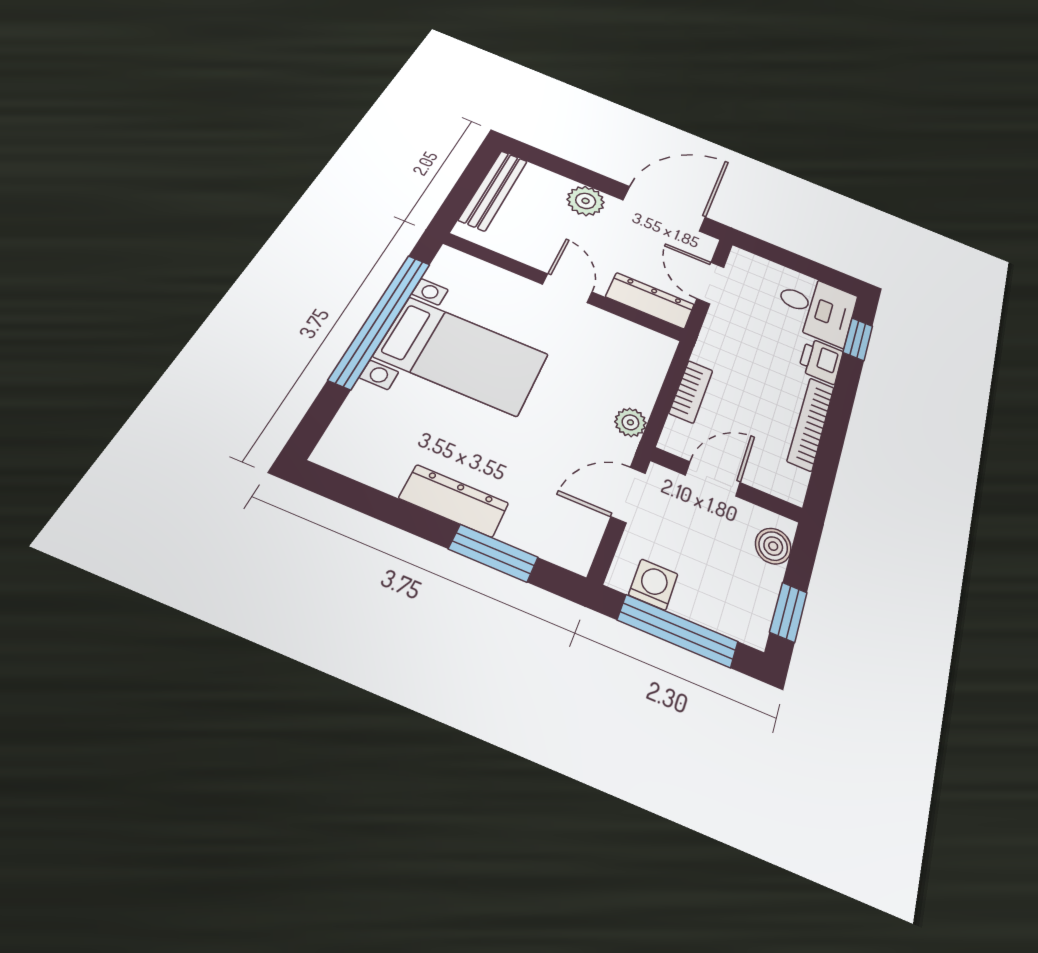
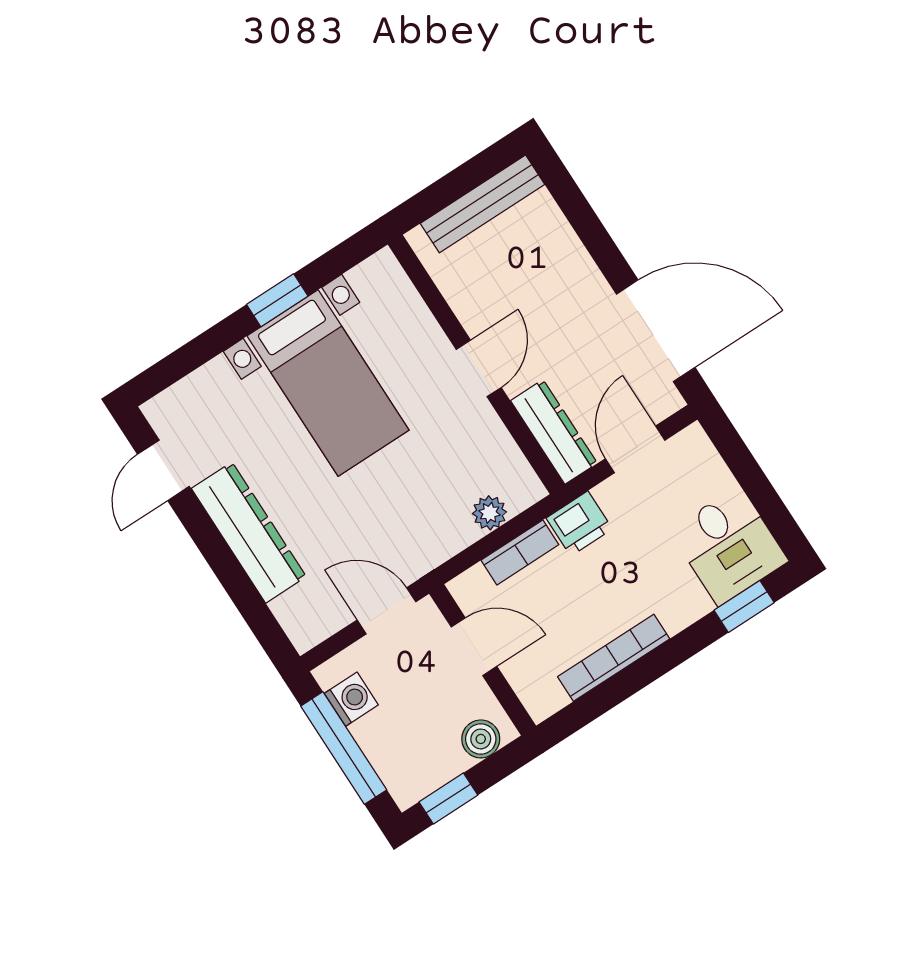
plant: (586, 201) -> (574, 272), removed
window: (381, 320) -> (277, 300), width x0.32
printer: (821, 361) -> (579, 523), moved, turned 180
plant: (630, 422) -> (490, 513), moved
door: (363, 498) -> (163, 470), added
dresser: (454, 501) -> (249, 533), width x1.37, depth x1.24
window: (493, 553) -> (239, 586), removed

